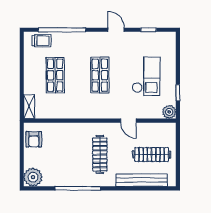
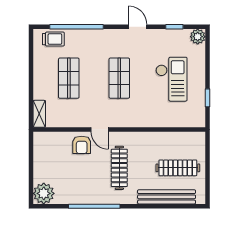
plant: (169, 112) -> (198, 37), moved
door: (128, 121) -> (100, 129), moved
armchair: (34, 139) -> (82, 145), moved

